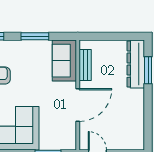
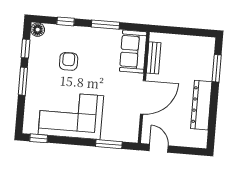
dresser: (136, 64) -> (201, 105), moved

